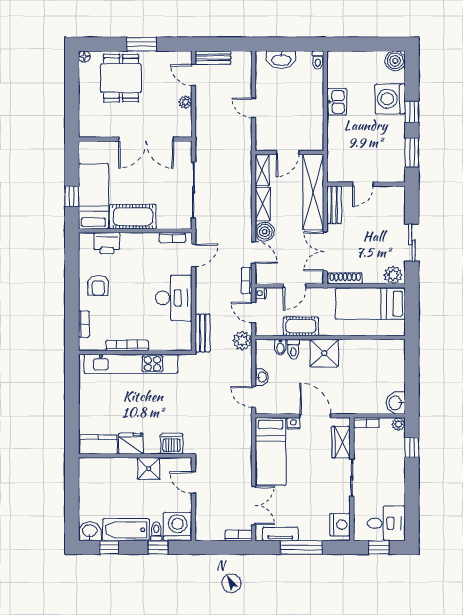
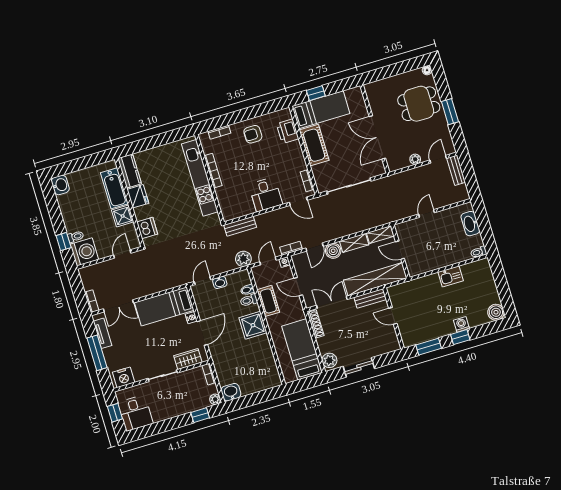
washing machine: (390, 99) -> (461, 324), width x0.53, depth x0.53
desk: (174, 298) -> (266, 194), width x0.73
bathtub: (126, 530) -> (114, 188), moved, turned 180
window: (109, 547) -> (52, 204), removed

